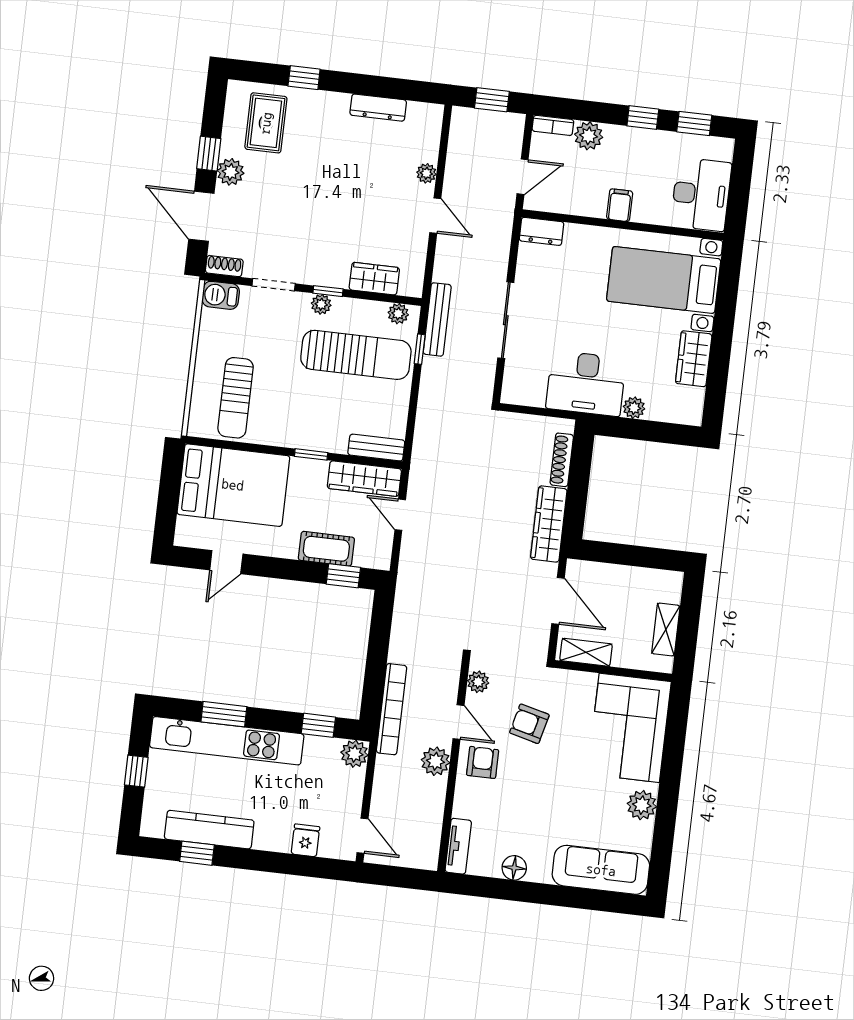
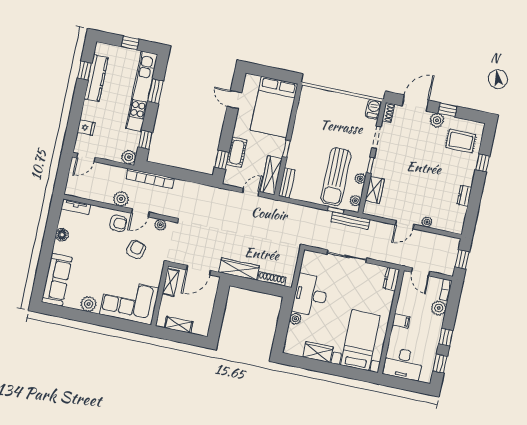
dresser: (378, 108) -> (464, 196), width x0.70
plant: (321, 304) -> (360, 179), moved
sun lounger: (236, 398) -> (319, 112), removed

